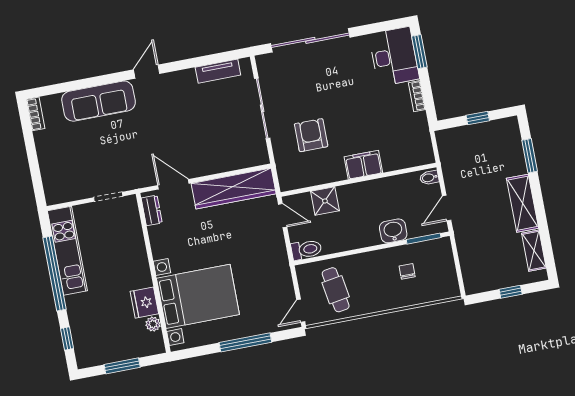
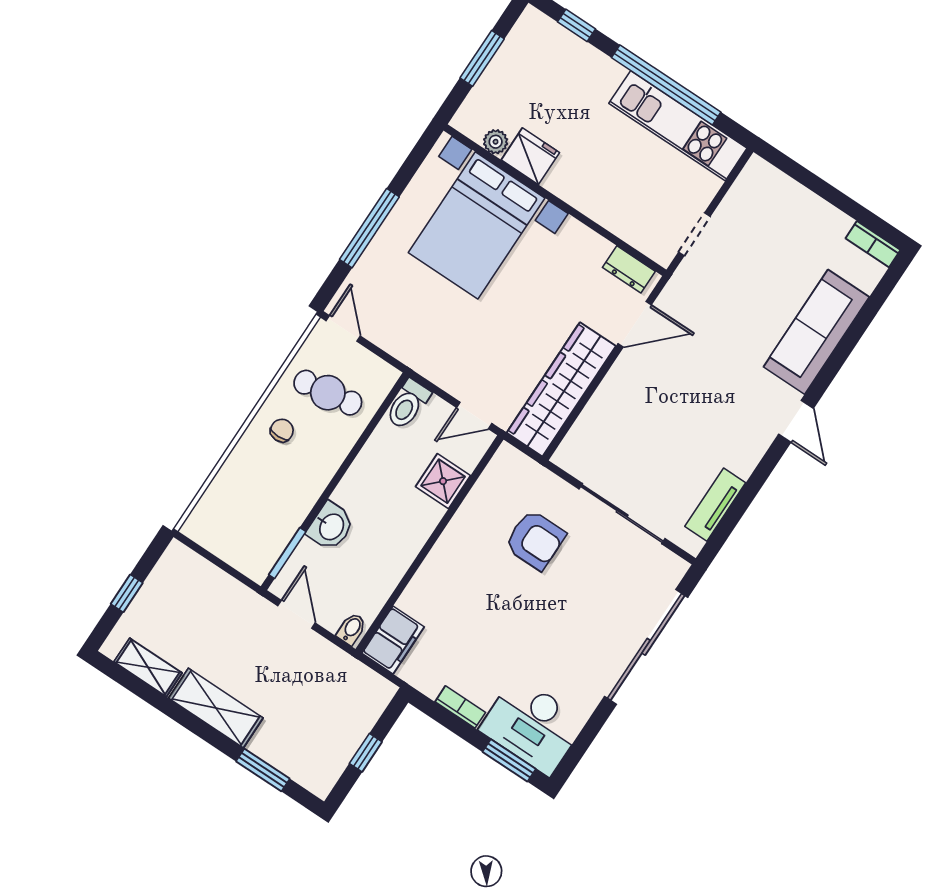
filing cabinet: (363, 165) -> (393, 640), moved
chair: (407, 271) -> (282, 430), moved, turned -90

